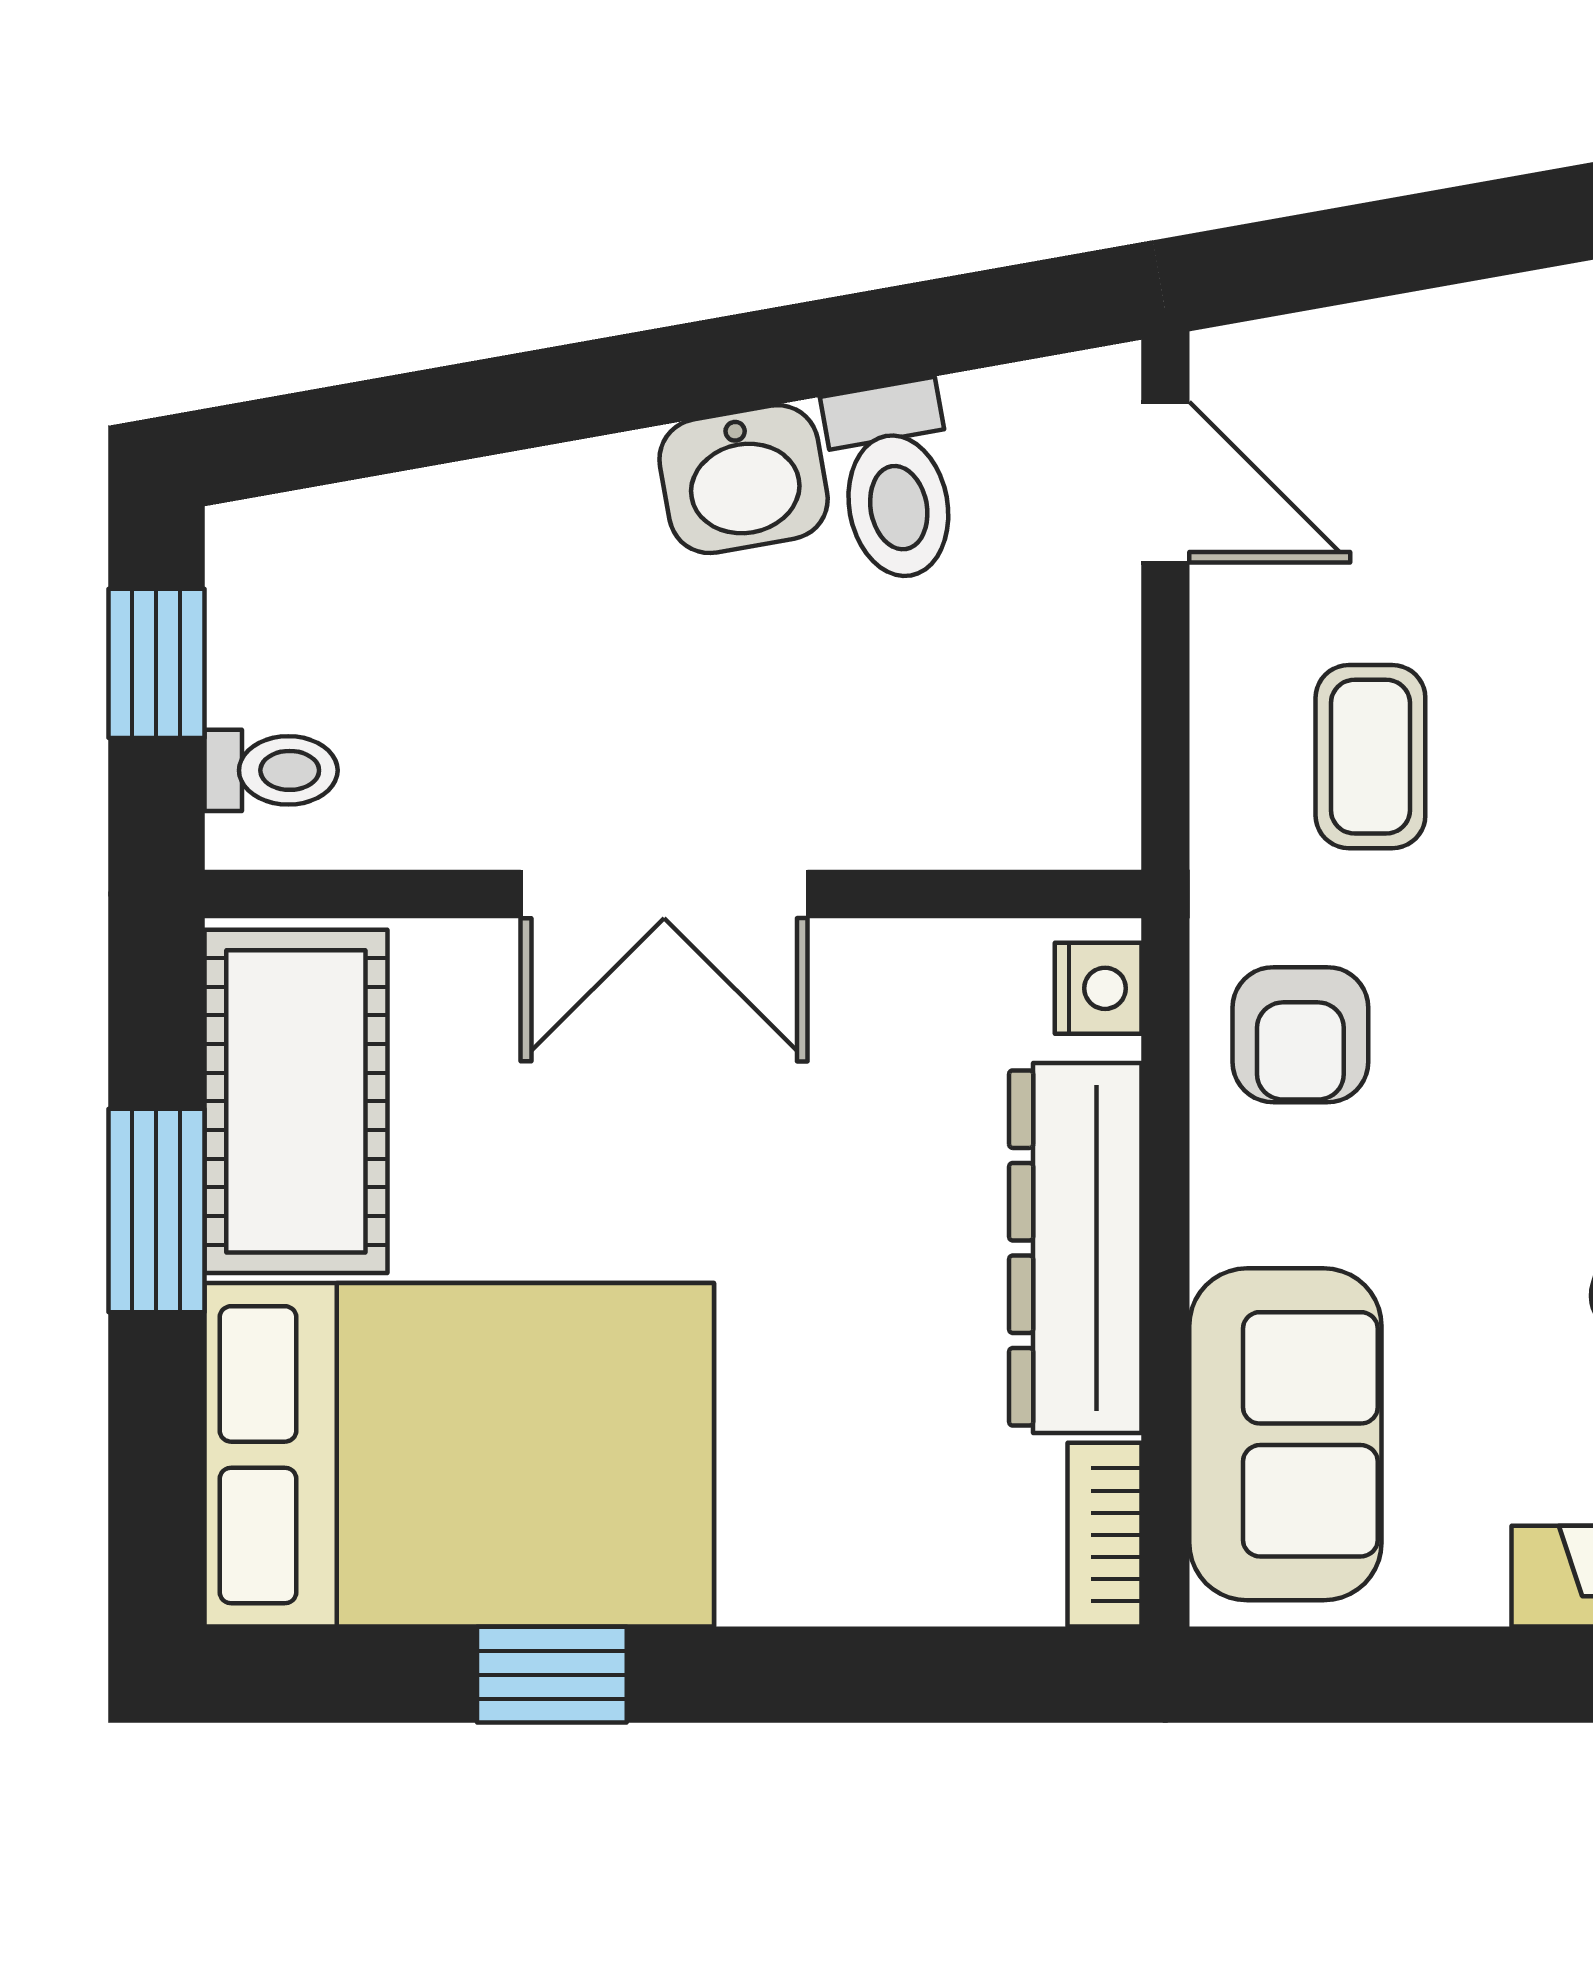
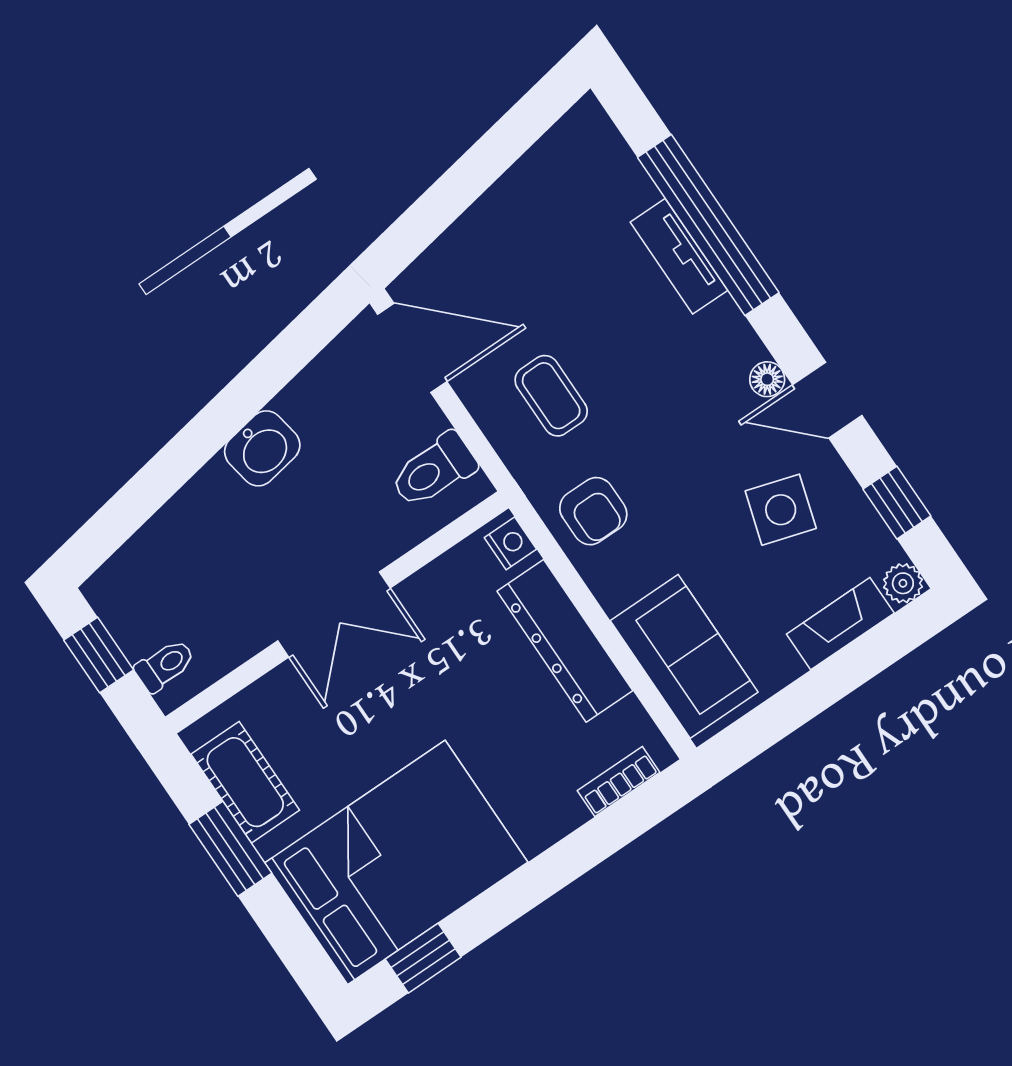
toilet: (894, 481) -> (433, 470), moved, turned 100
door: (1165, 482) -> (412, 348), width x1.37
cot: (296, 1101) -> (245, 782), width x0.73, depth x0.75
bookcase: (1104, 1535) -> (619, 781), moved, turned 90
window: (552, 1675) -> (423, 958), moved

